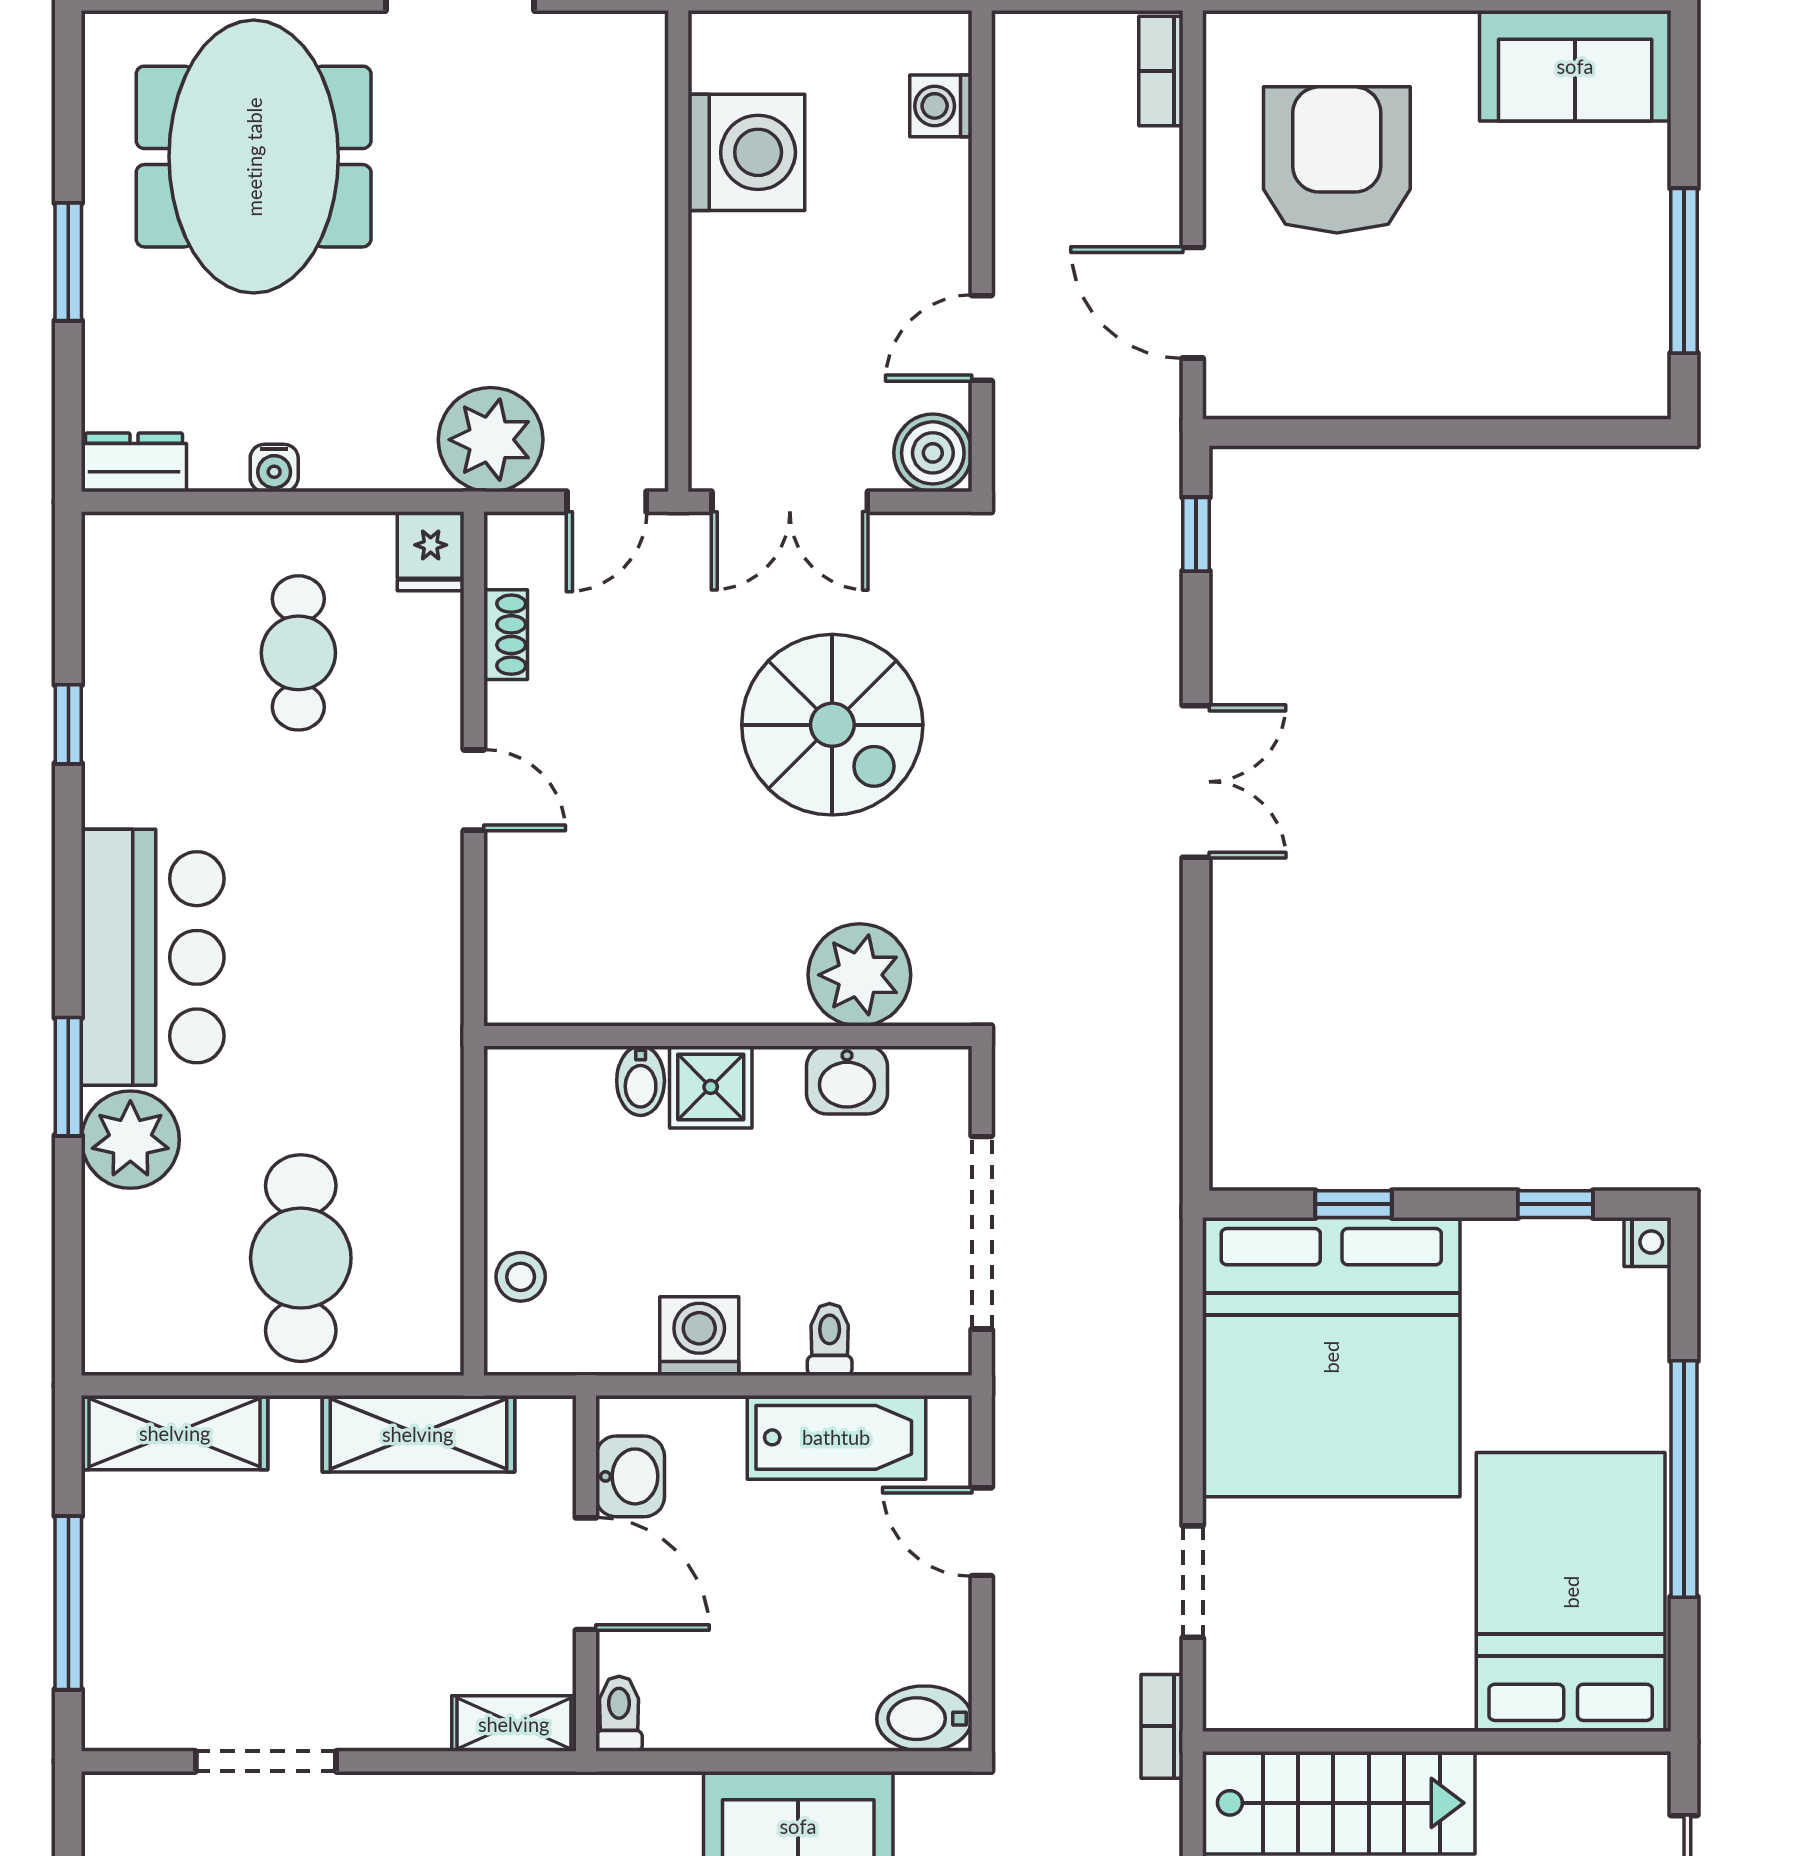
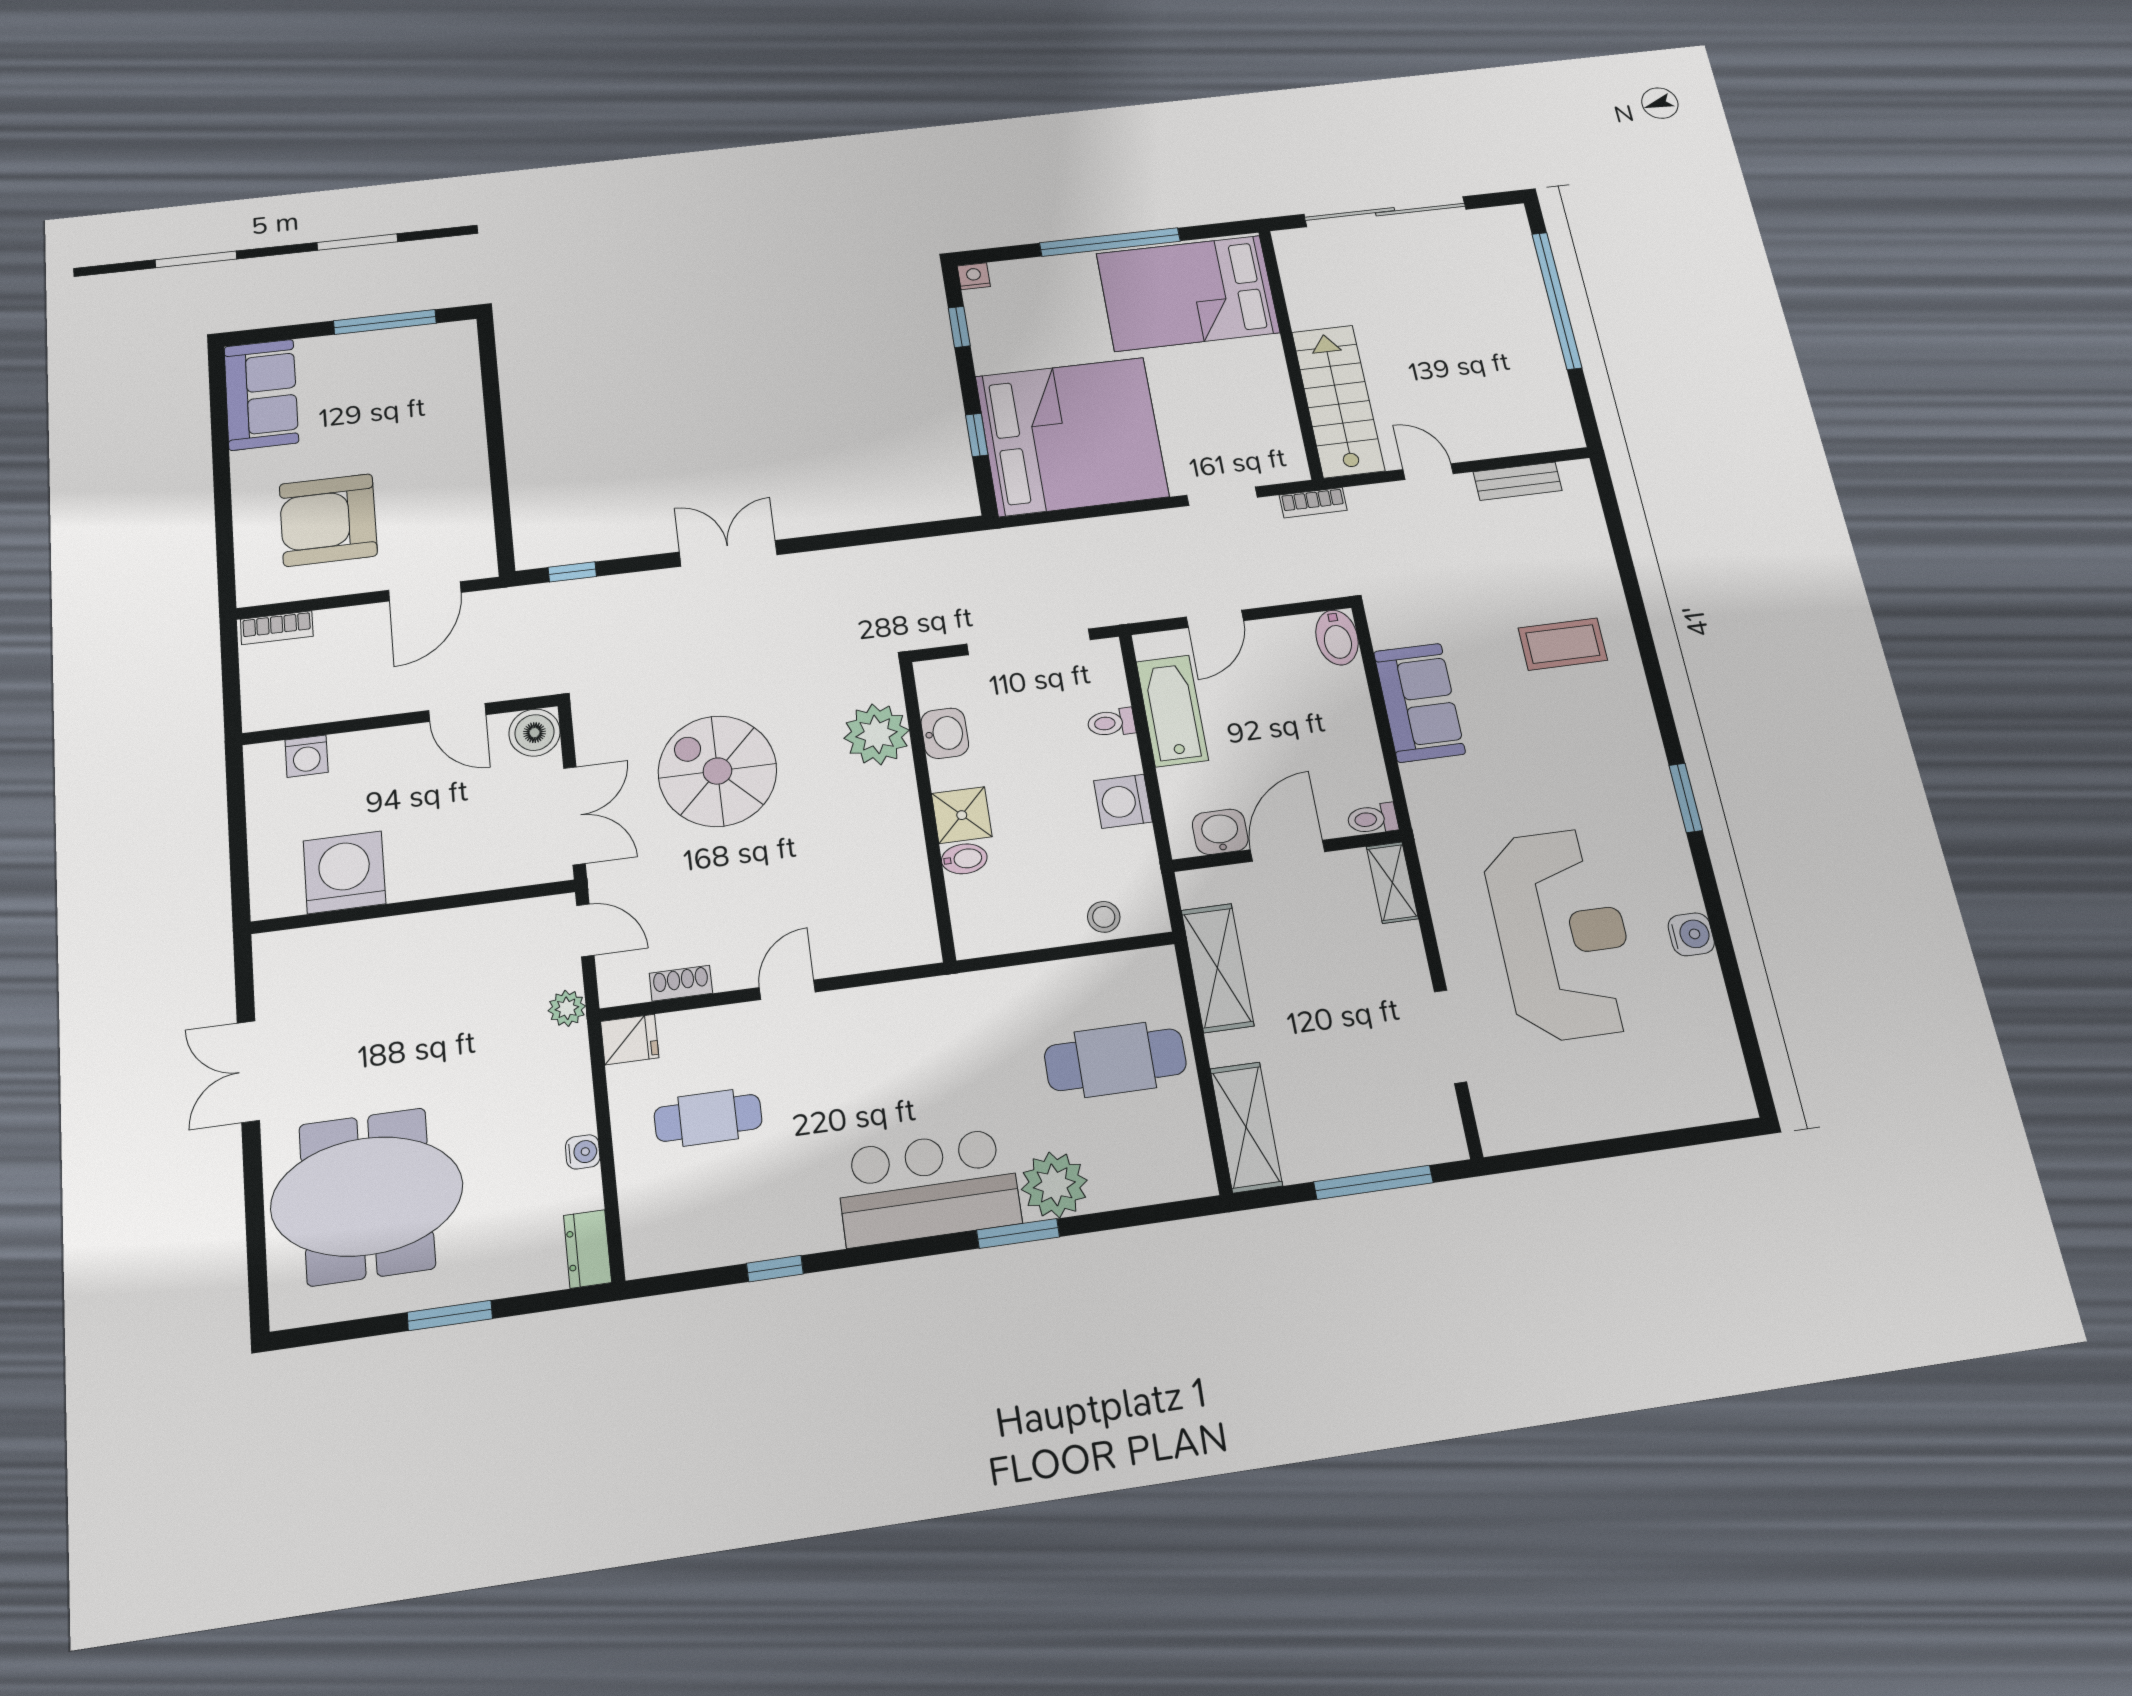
plant: (491, 440) -> (567, 1008), width x0.53, depth x0.53
spiral stairs: (832, 725) -> (717, 771), turned -90

